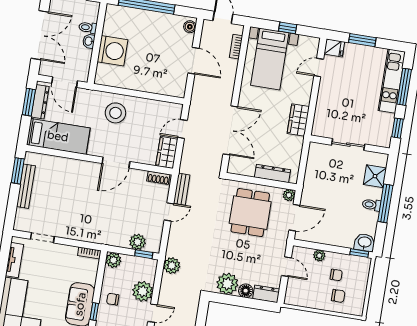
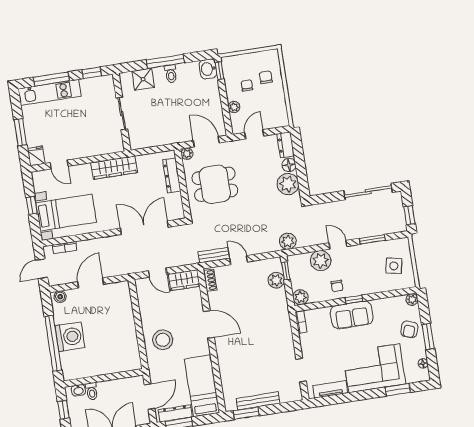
washbasin: (89, 41) -> (78, 390), moved
washing machine: (112, 51) -> (70, 337), moved, turned 90
wardrobe: (298, 120) -> (114, 168), width x1.50

